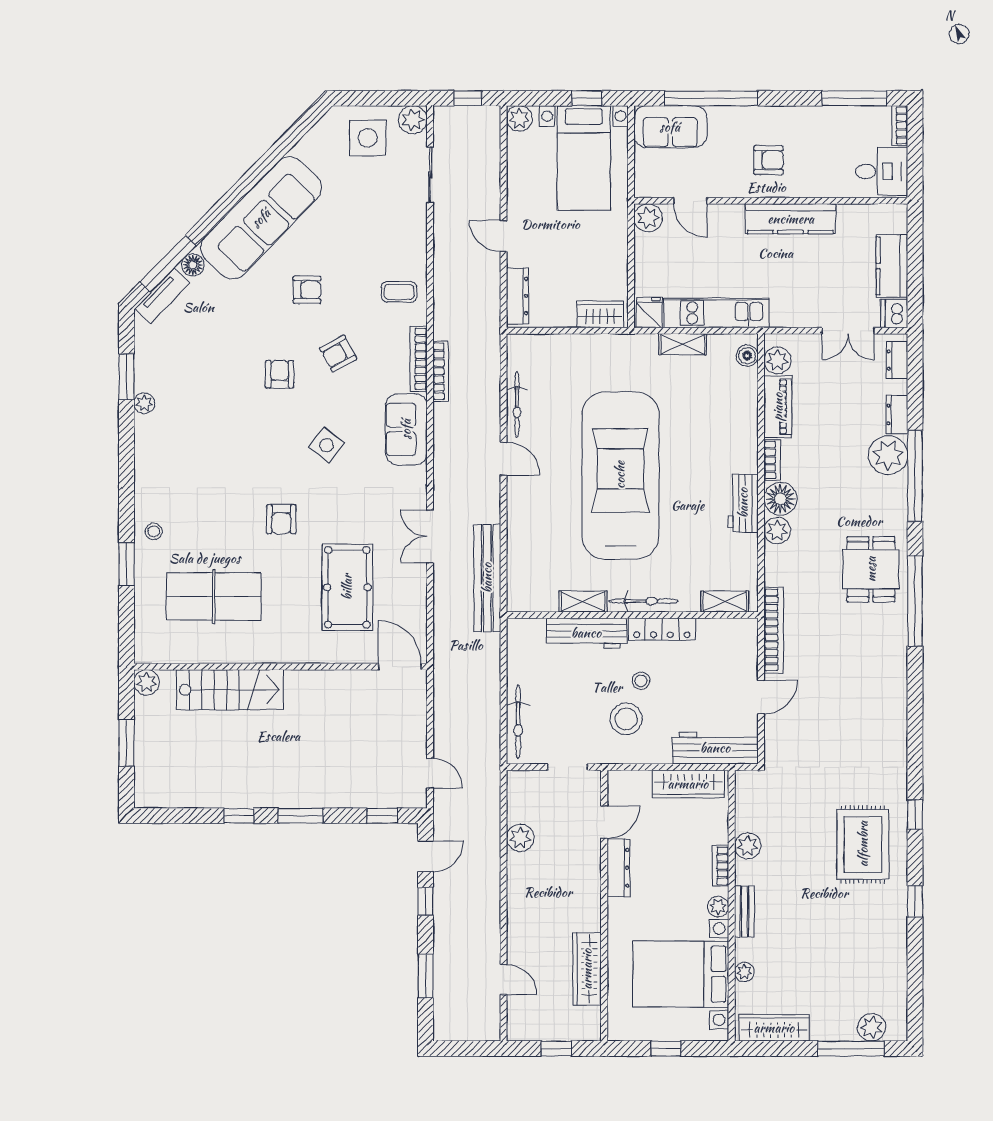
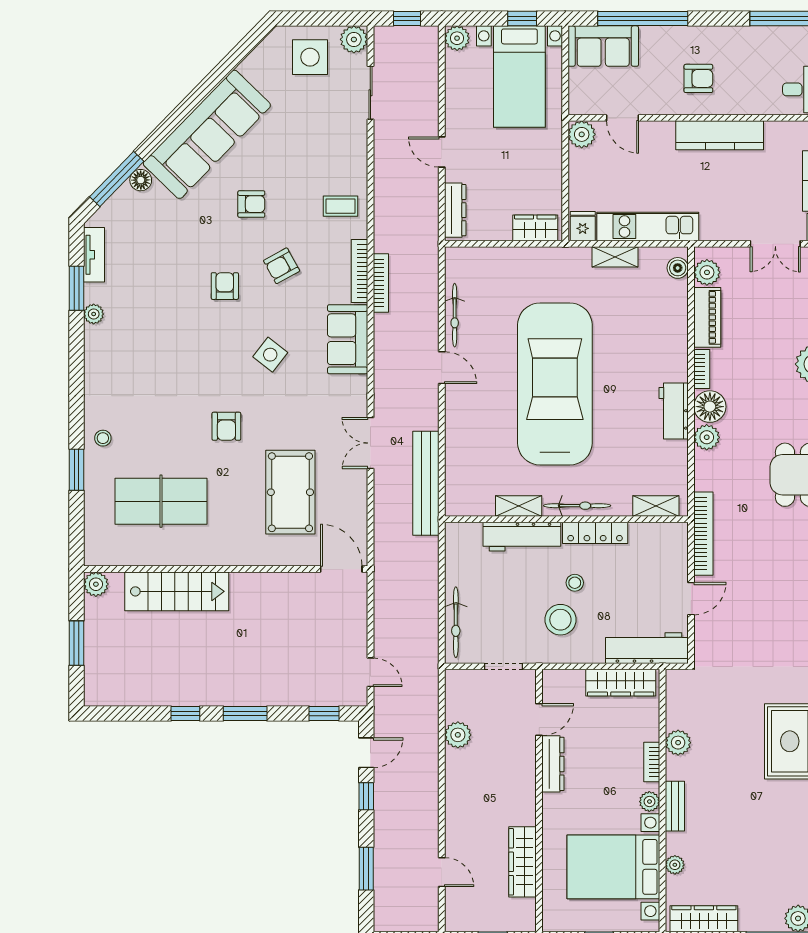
tv unit: (162, 296) -> (94, 255), moved, turned -44

